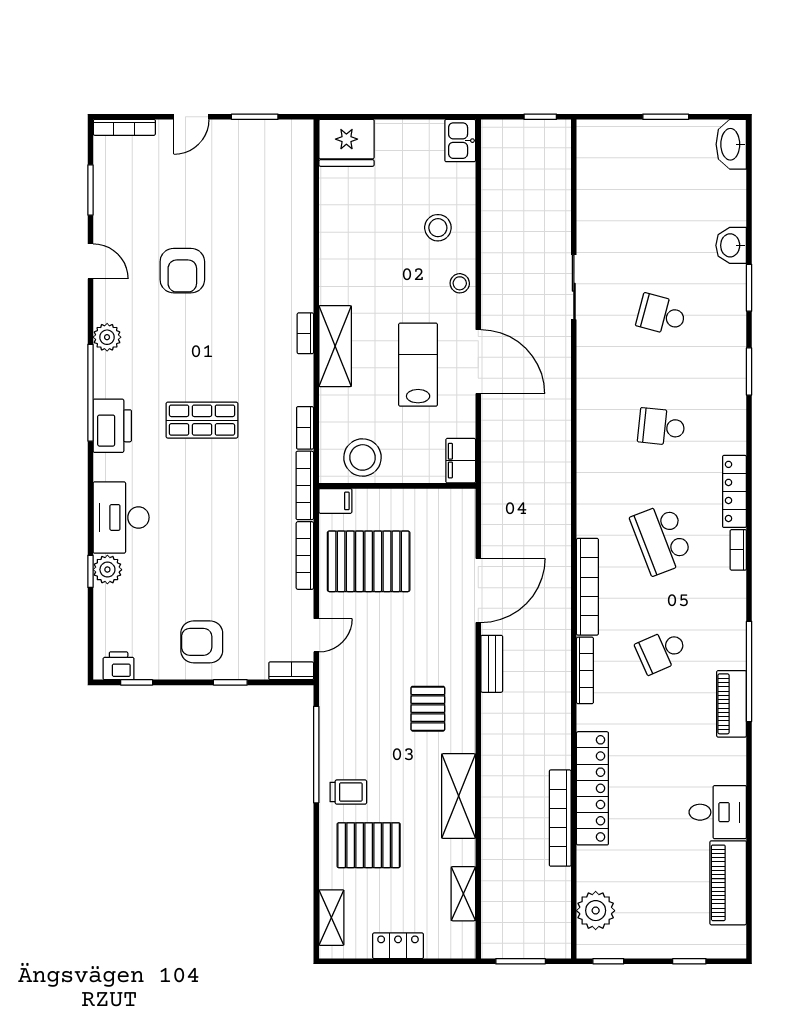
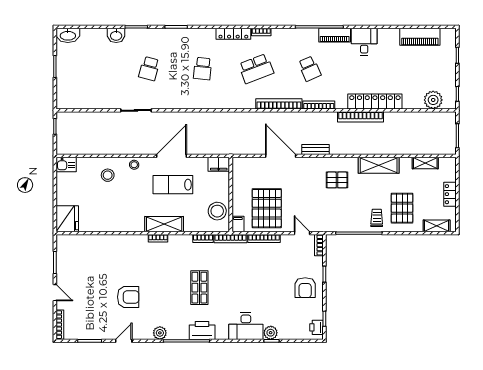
desk: (718, 812) -> (364, 42), moved
bookcase: (560, 818) -> (360, 117), moved

